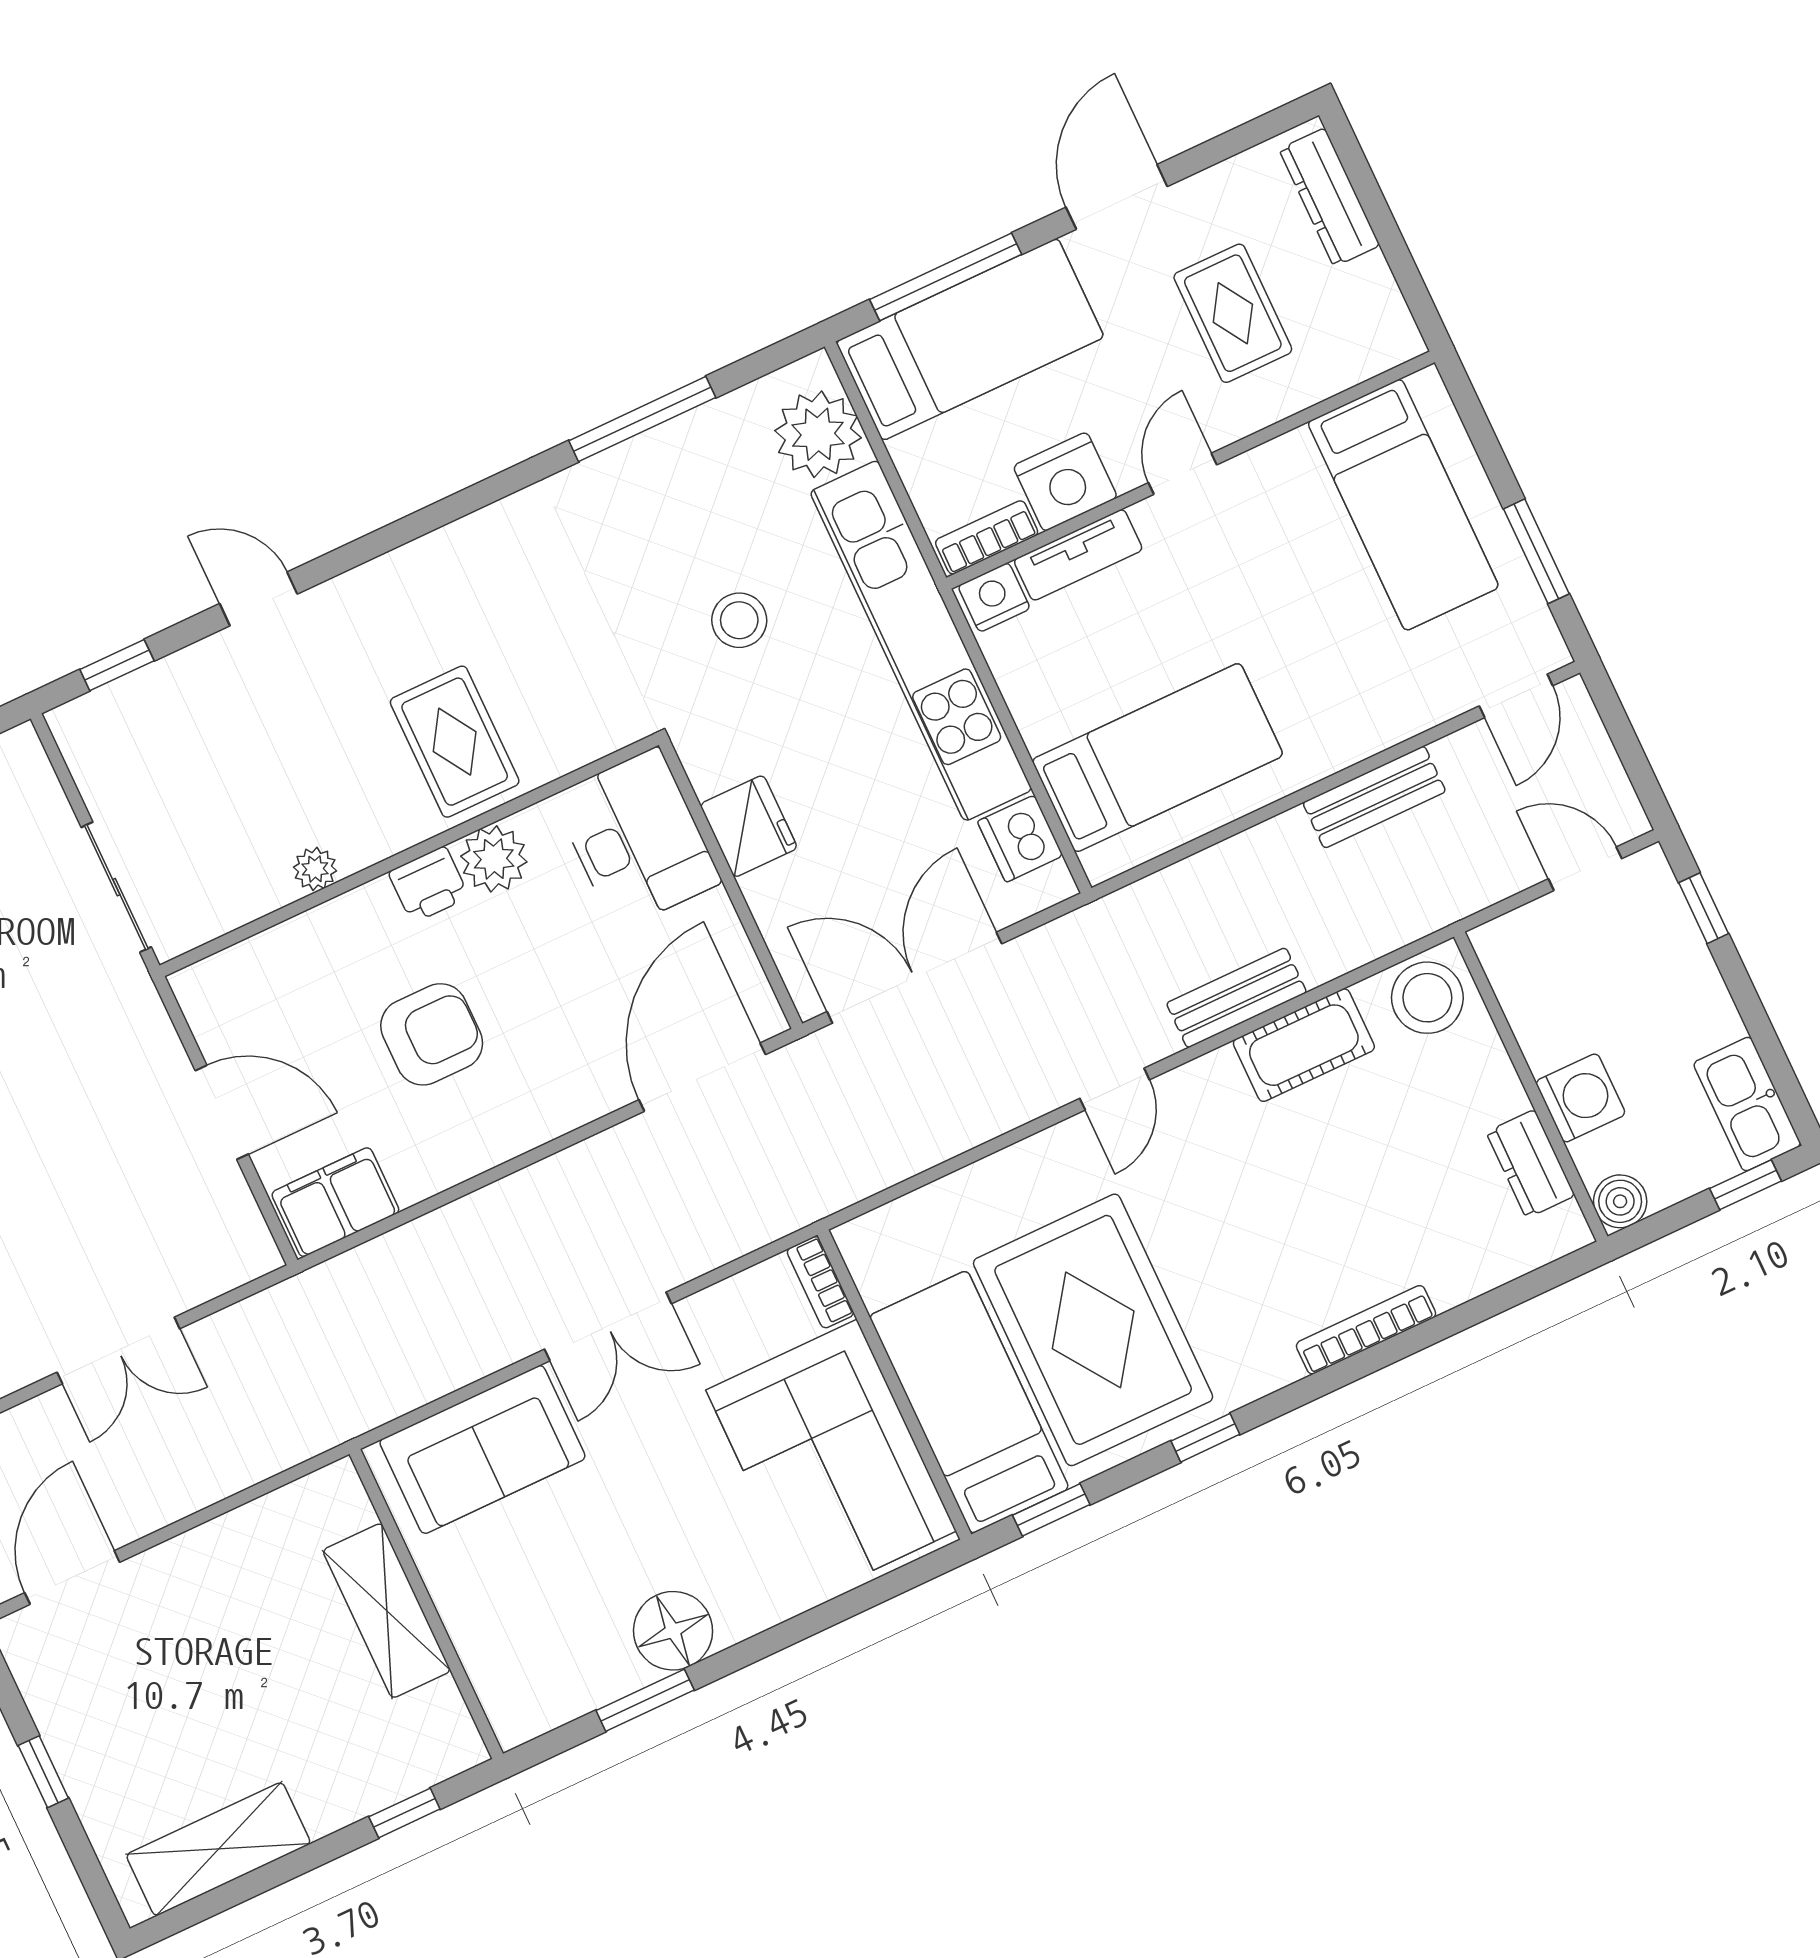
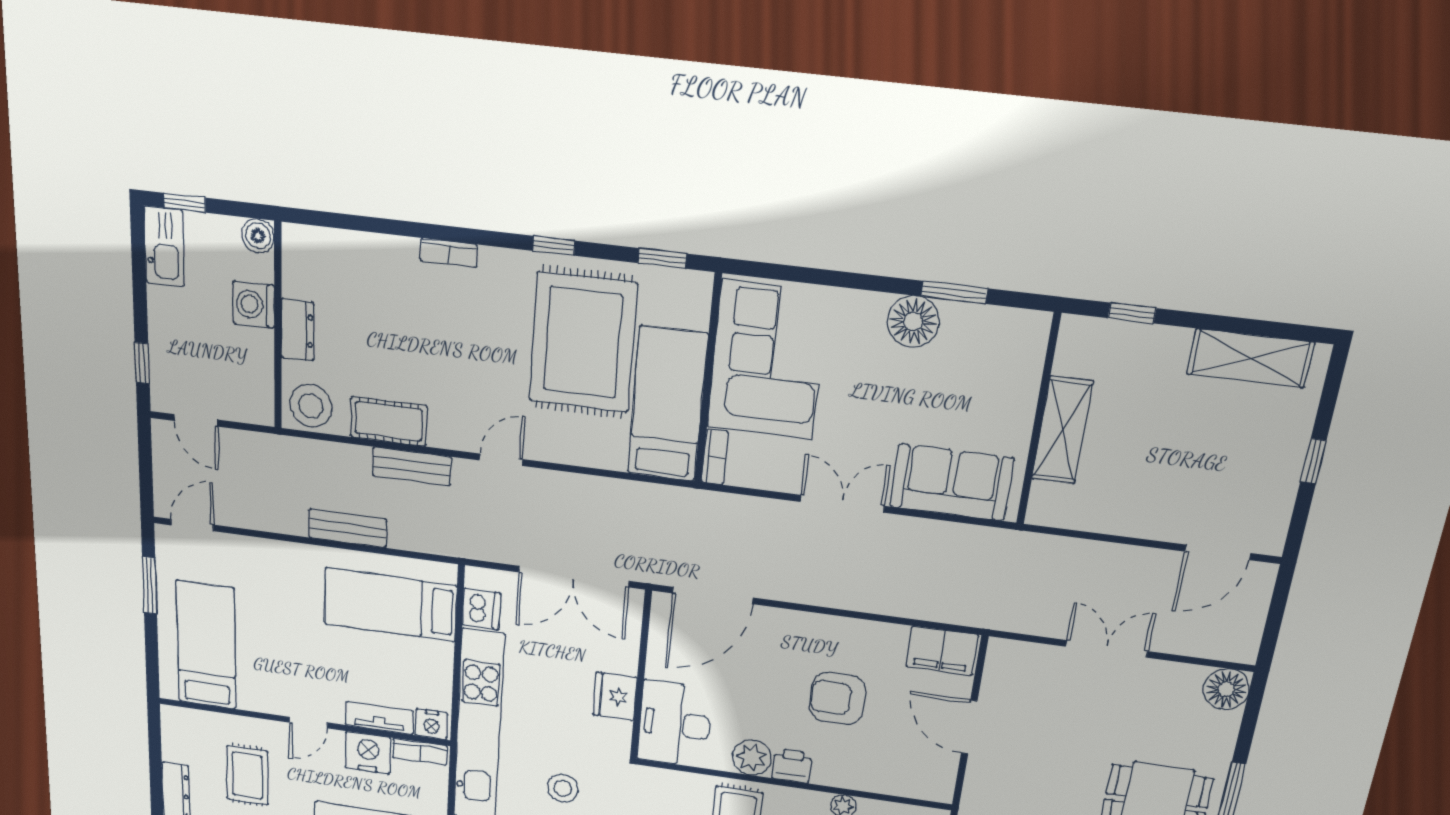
bench: (1374, 797) -> (348, 528), moved
dresser: (1531, 1164) -> (298, 330), moved
bookcase: (1366, 1330) -> (449, 253), width x0.64
bed: (969, 1402) -> (668, 404), moved, turned 180

